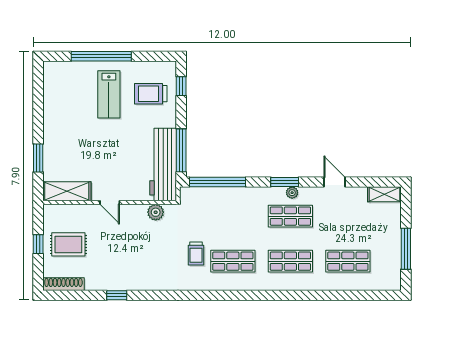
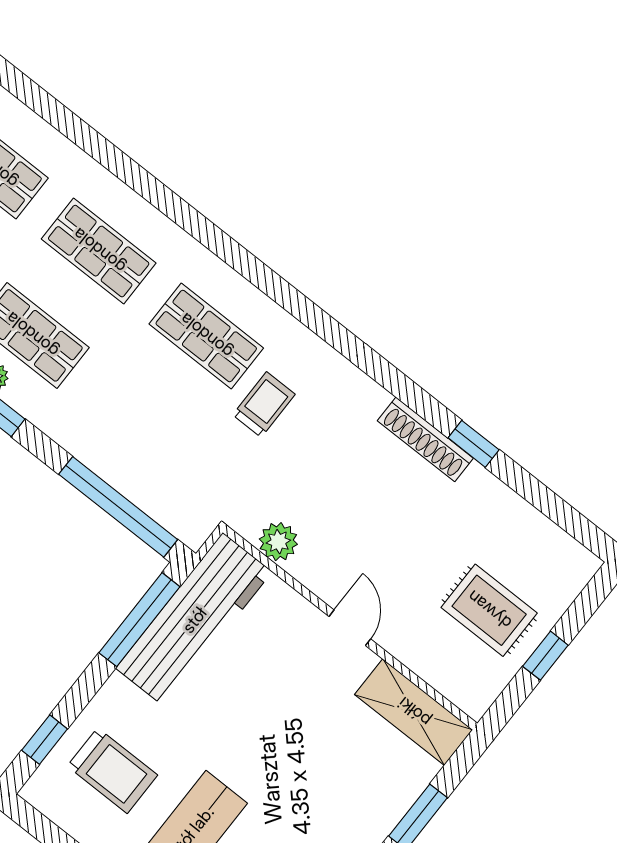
shoe rack: (63, 284) -> (425, 439), moved

